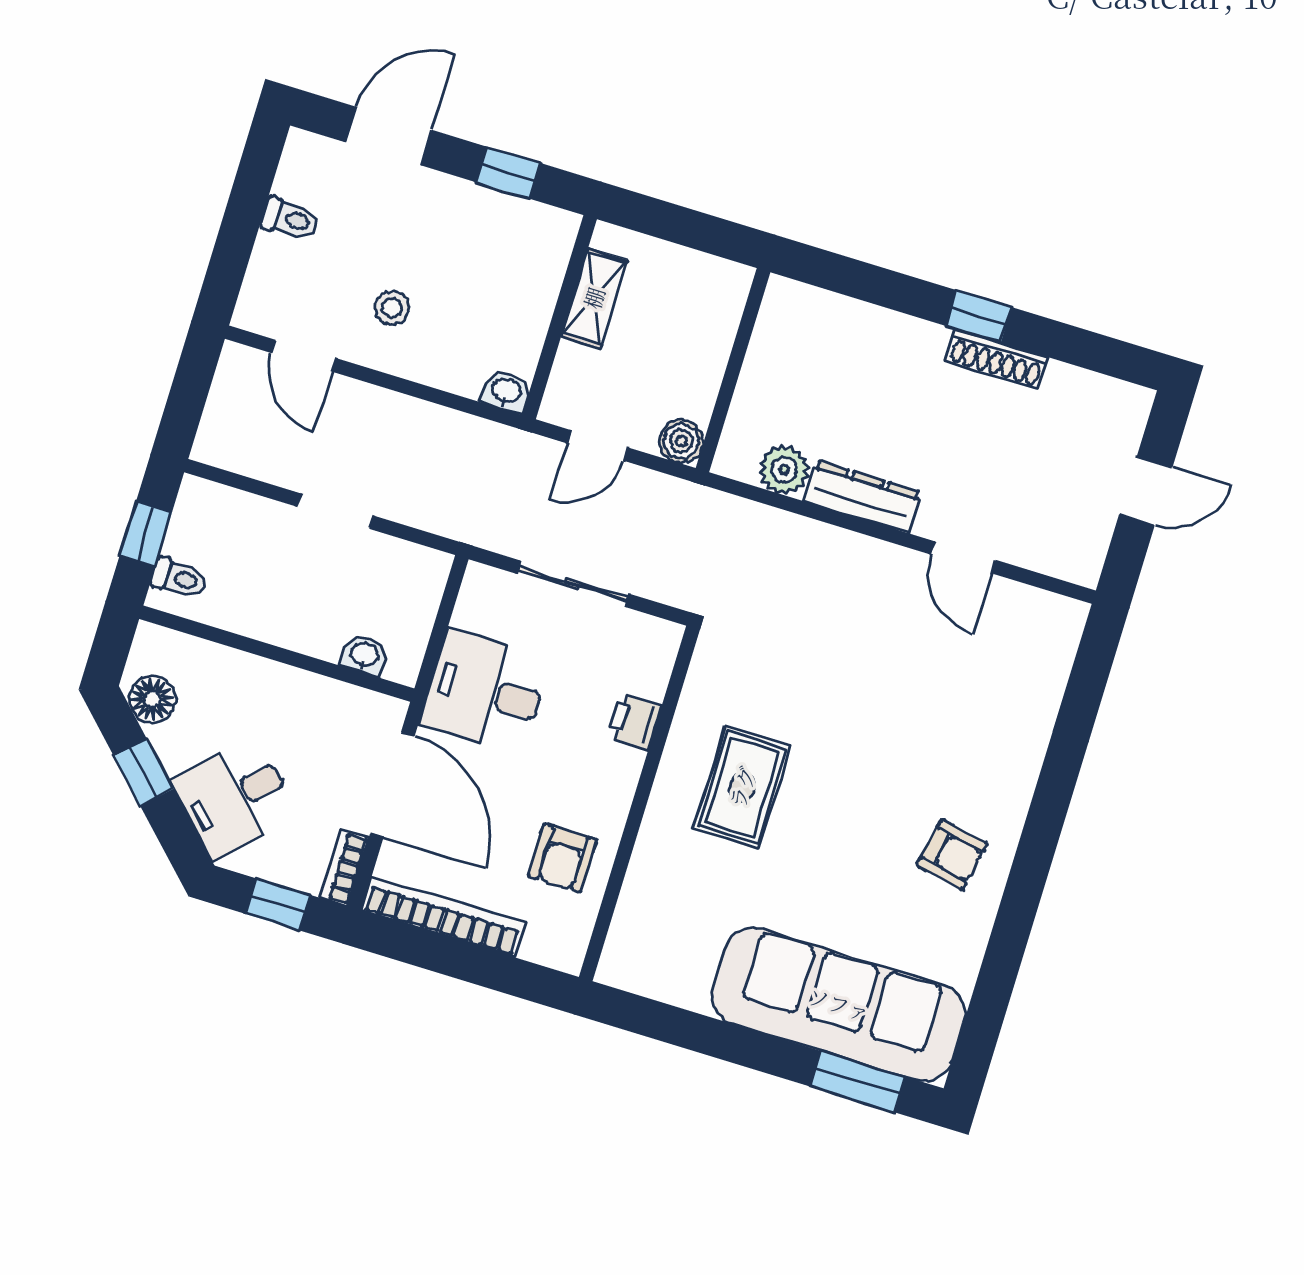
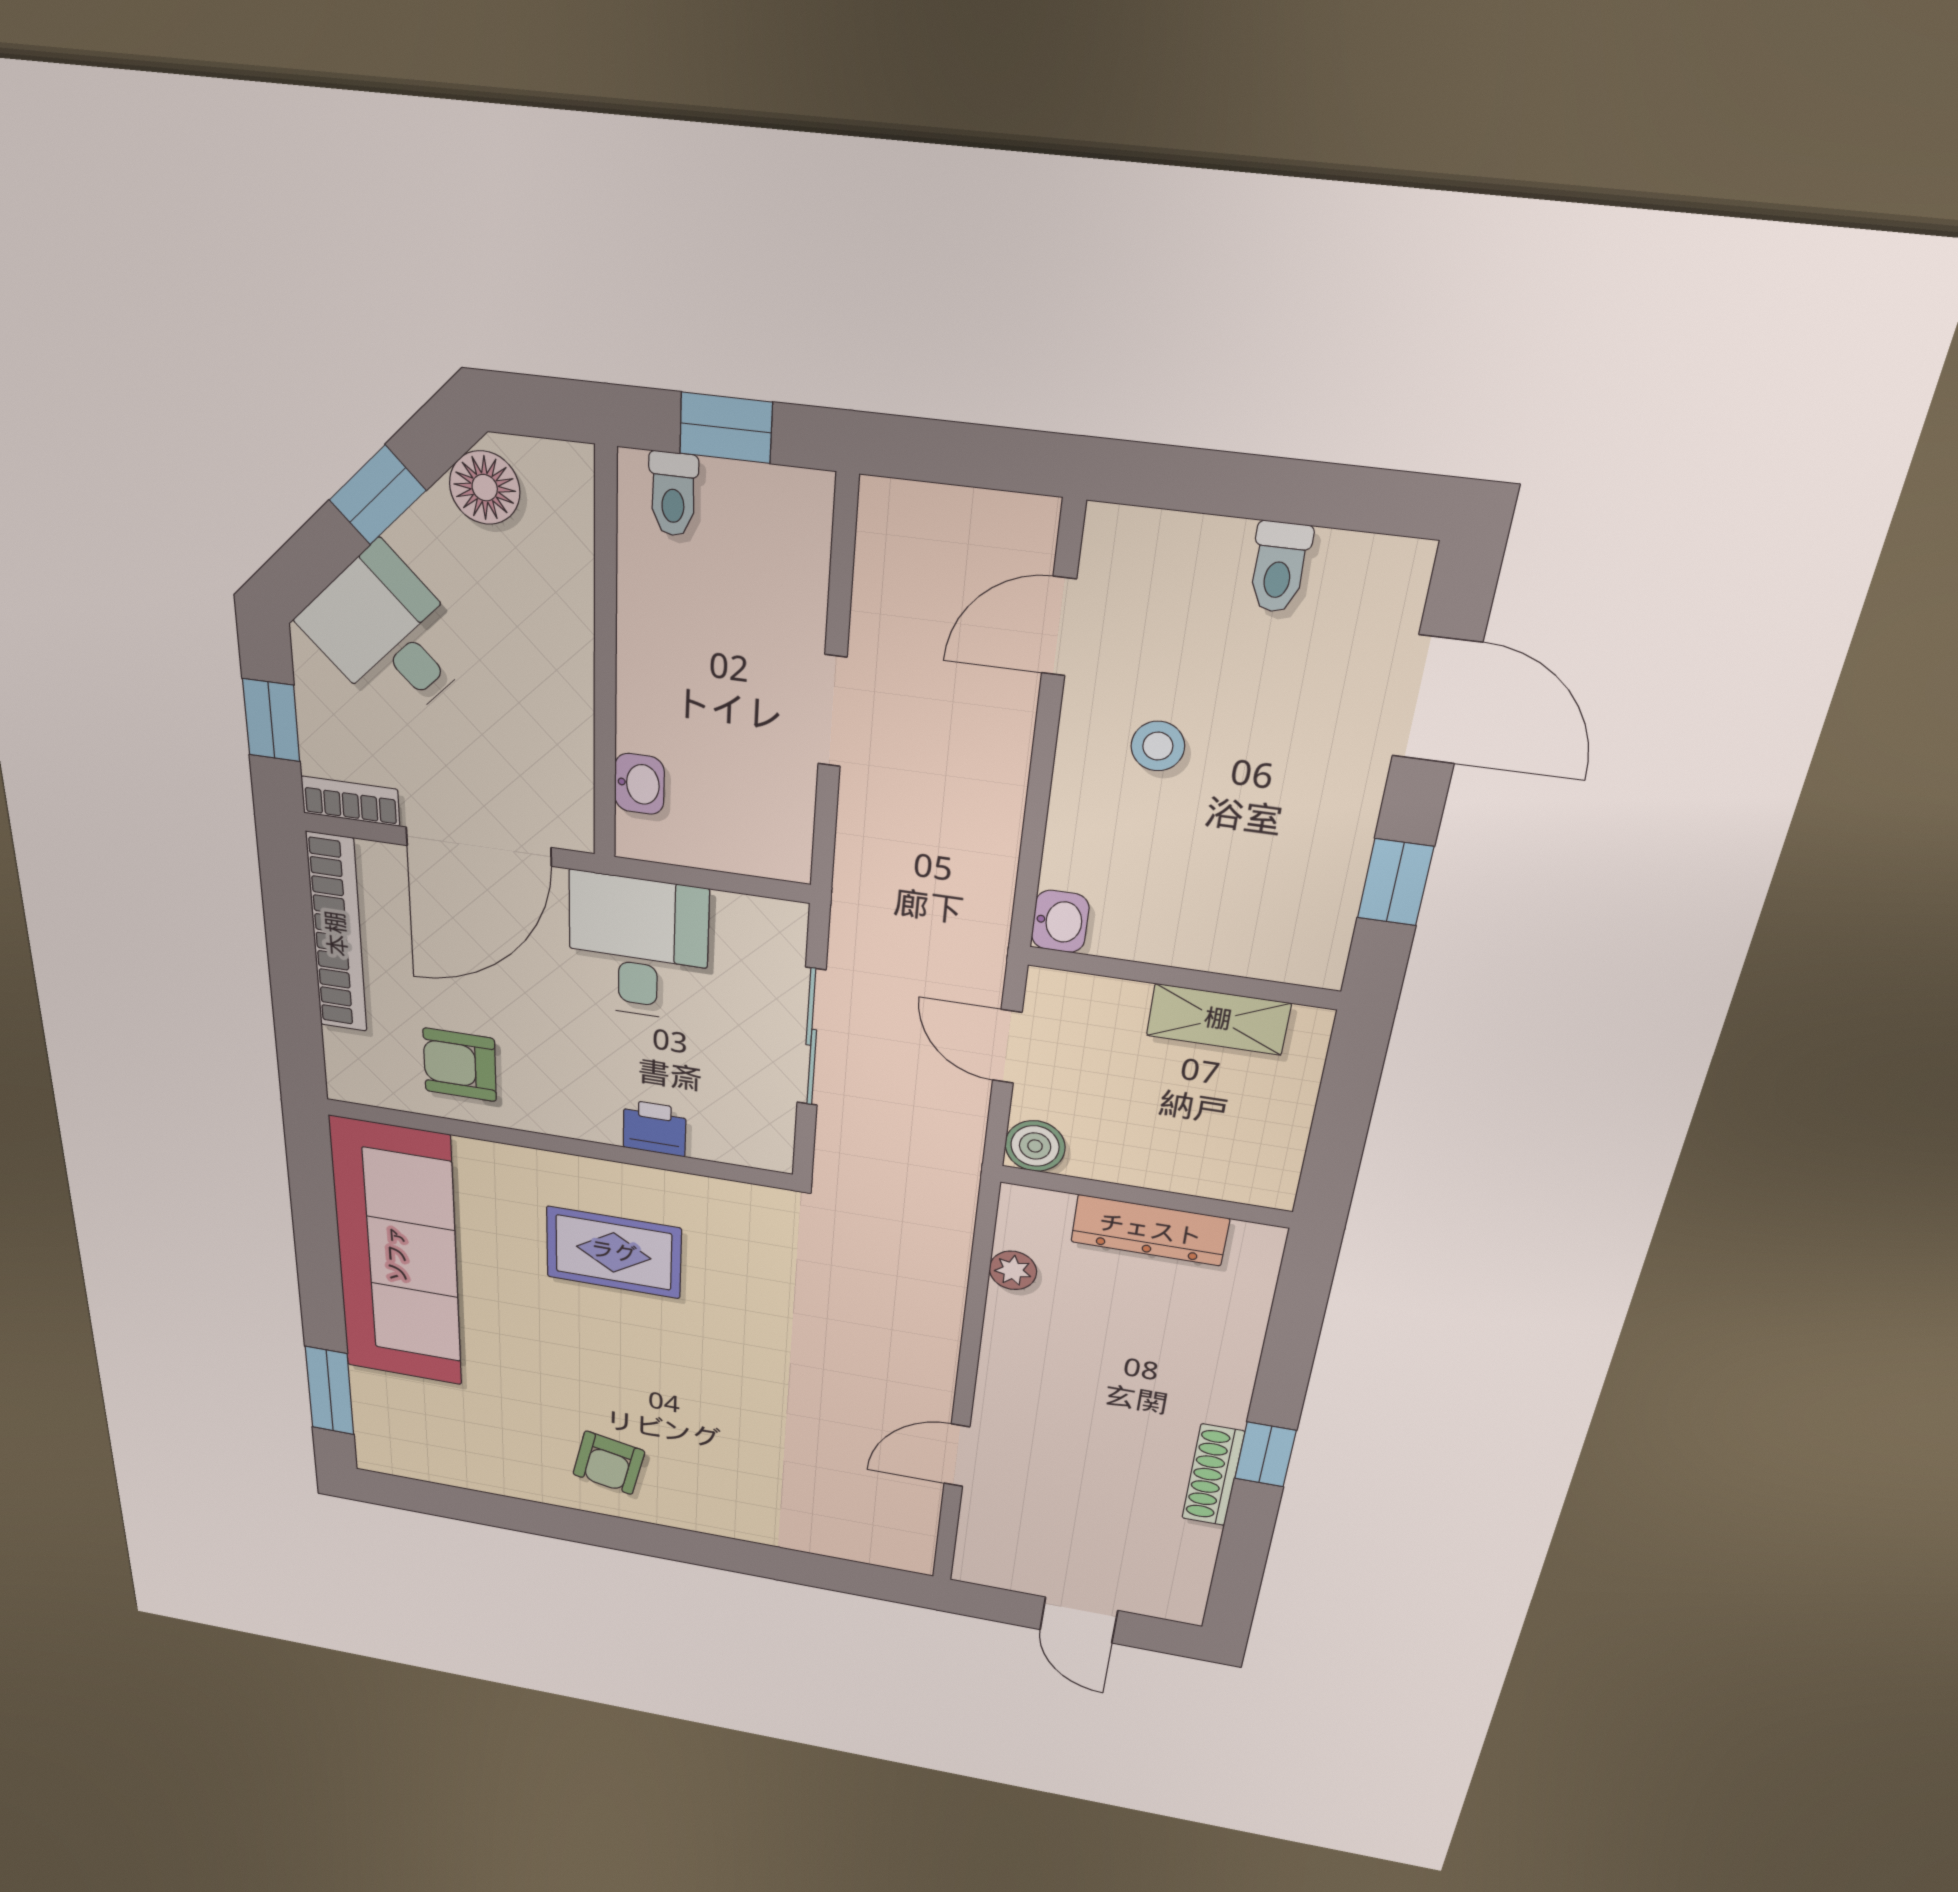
plant: (784, 470) -> (1013, 1270), width x0.73, depth x0.73
dresser: (863, 497) -> (1150, 1230), moved, turned 90
sofa: (839, 1004) -> (397, 1254), moved

